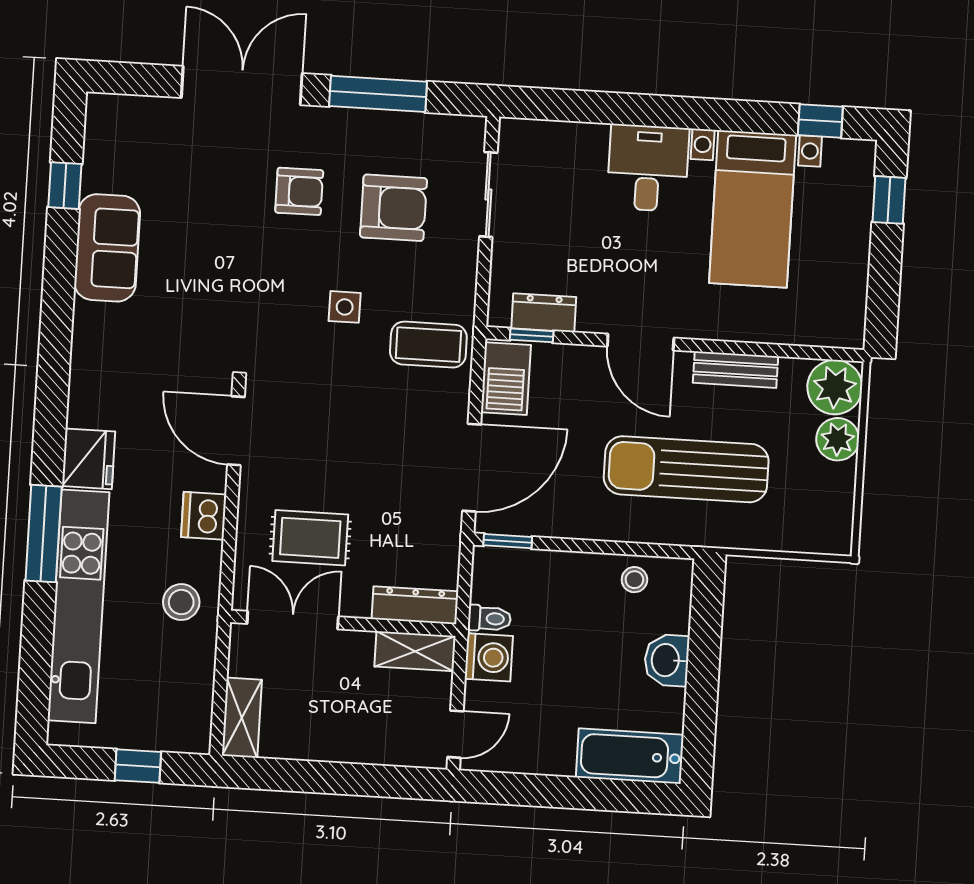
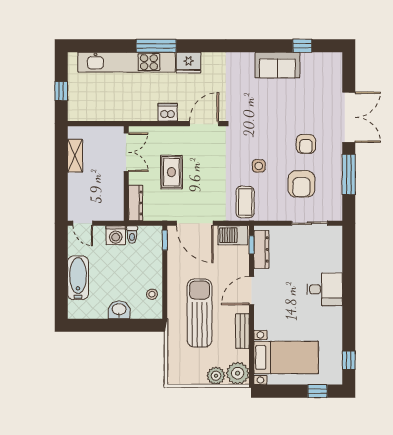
bed with nightstands: (753, 209) -> (286, 357), moved, turned 180
dresser: (544, 313) -> (261, 249), width x1.44
rug: (310, 538) -> (171, 172), moved
stool: (181, 602) -> (131, 105), removed
shelving: (415, 651) -> (116, 204), removed
shelving: (242, 718) -> (75, 156), moved, turned 90
bathtub: (630, 756) -> (78, 278), moved

